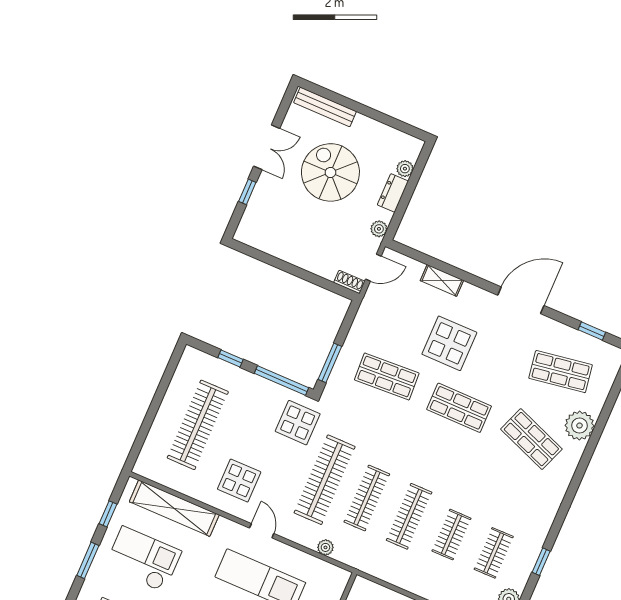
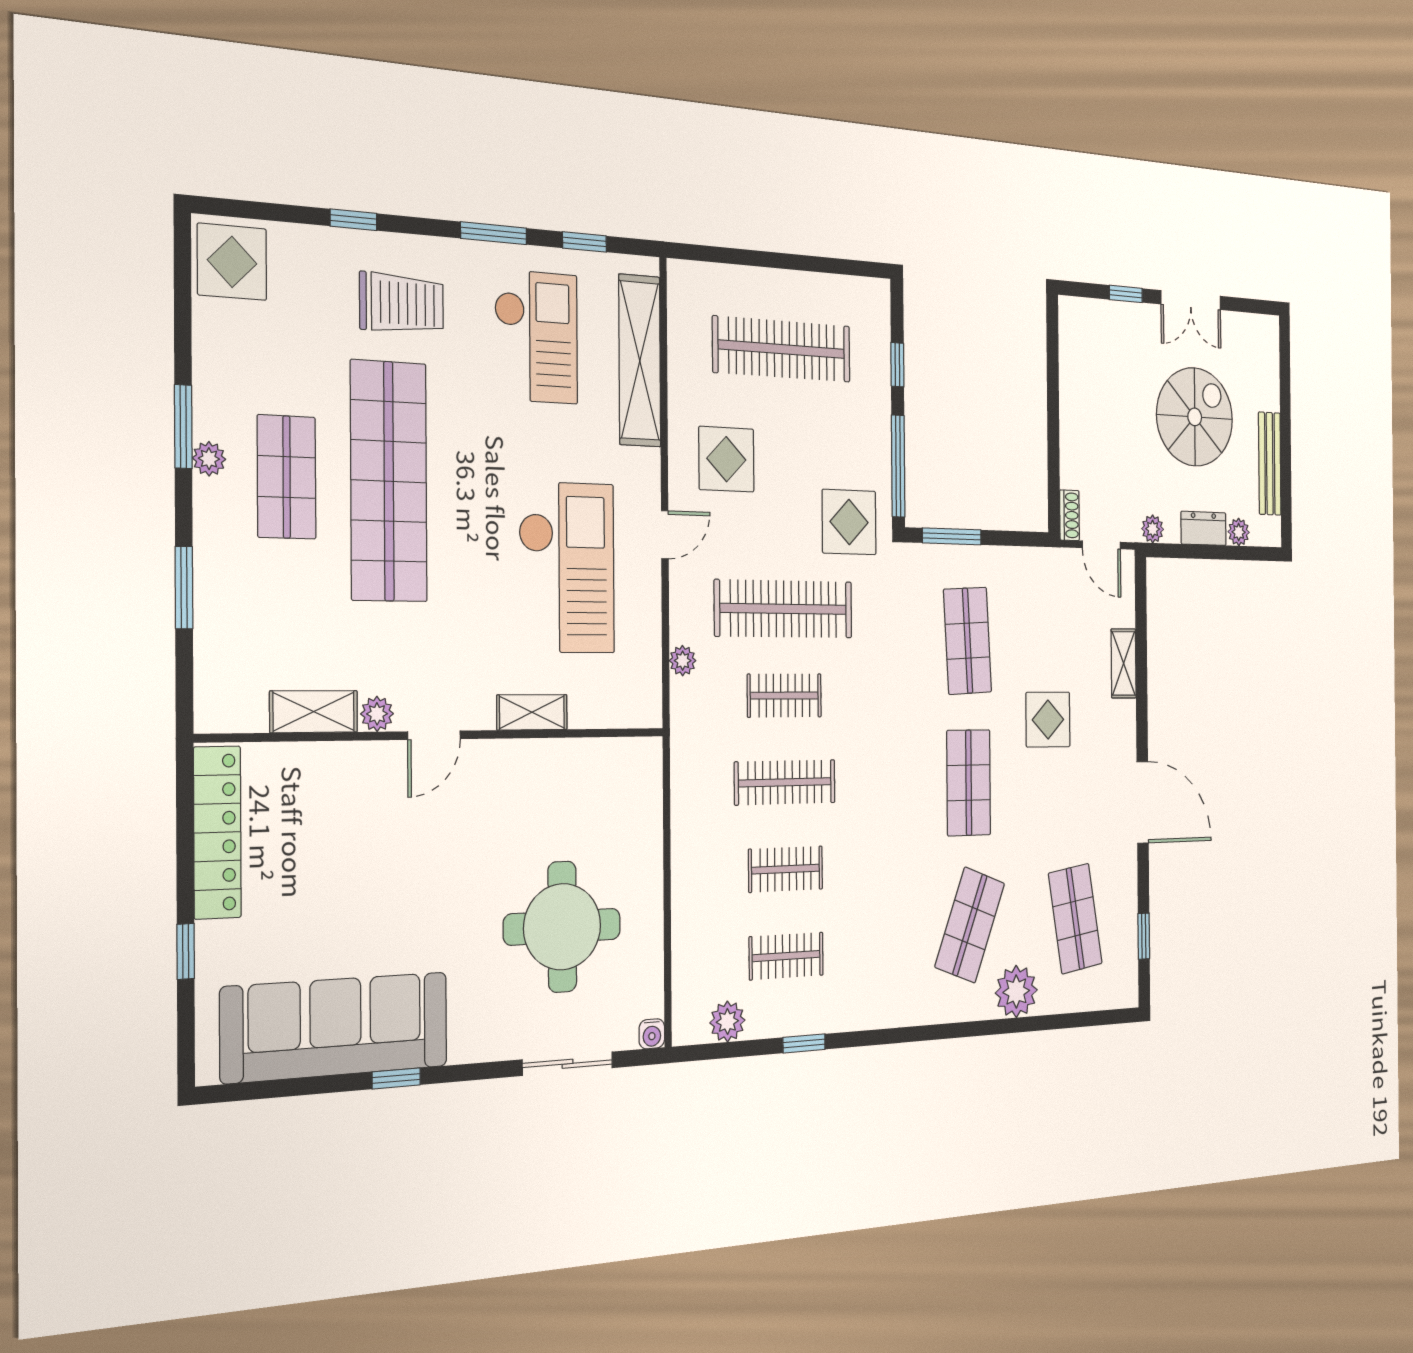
bench: (325, 107) -> (1270, 464), moved
display table: (449, 343) -> (1048, 720), width x0.73, depth x0.73
clothes rail: (367, 498) -> (784, 696), width x0.73

